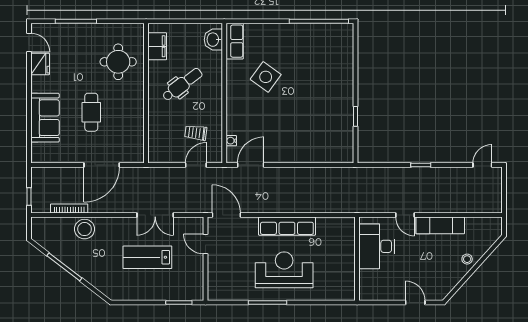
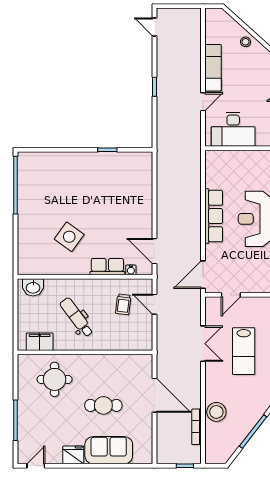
row of seats: (235, 41) -> (107, 267), moved
fridge: (40, 64) -> (73, 455), moved

